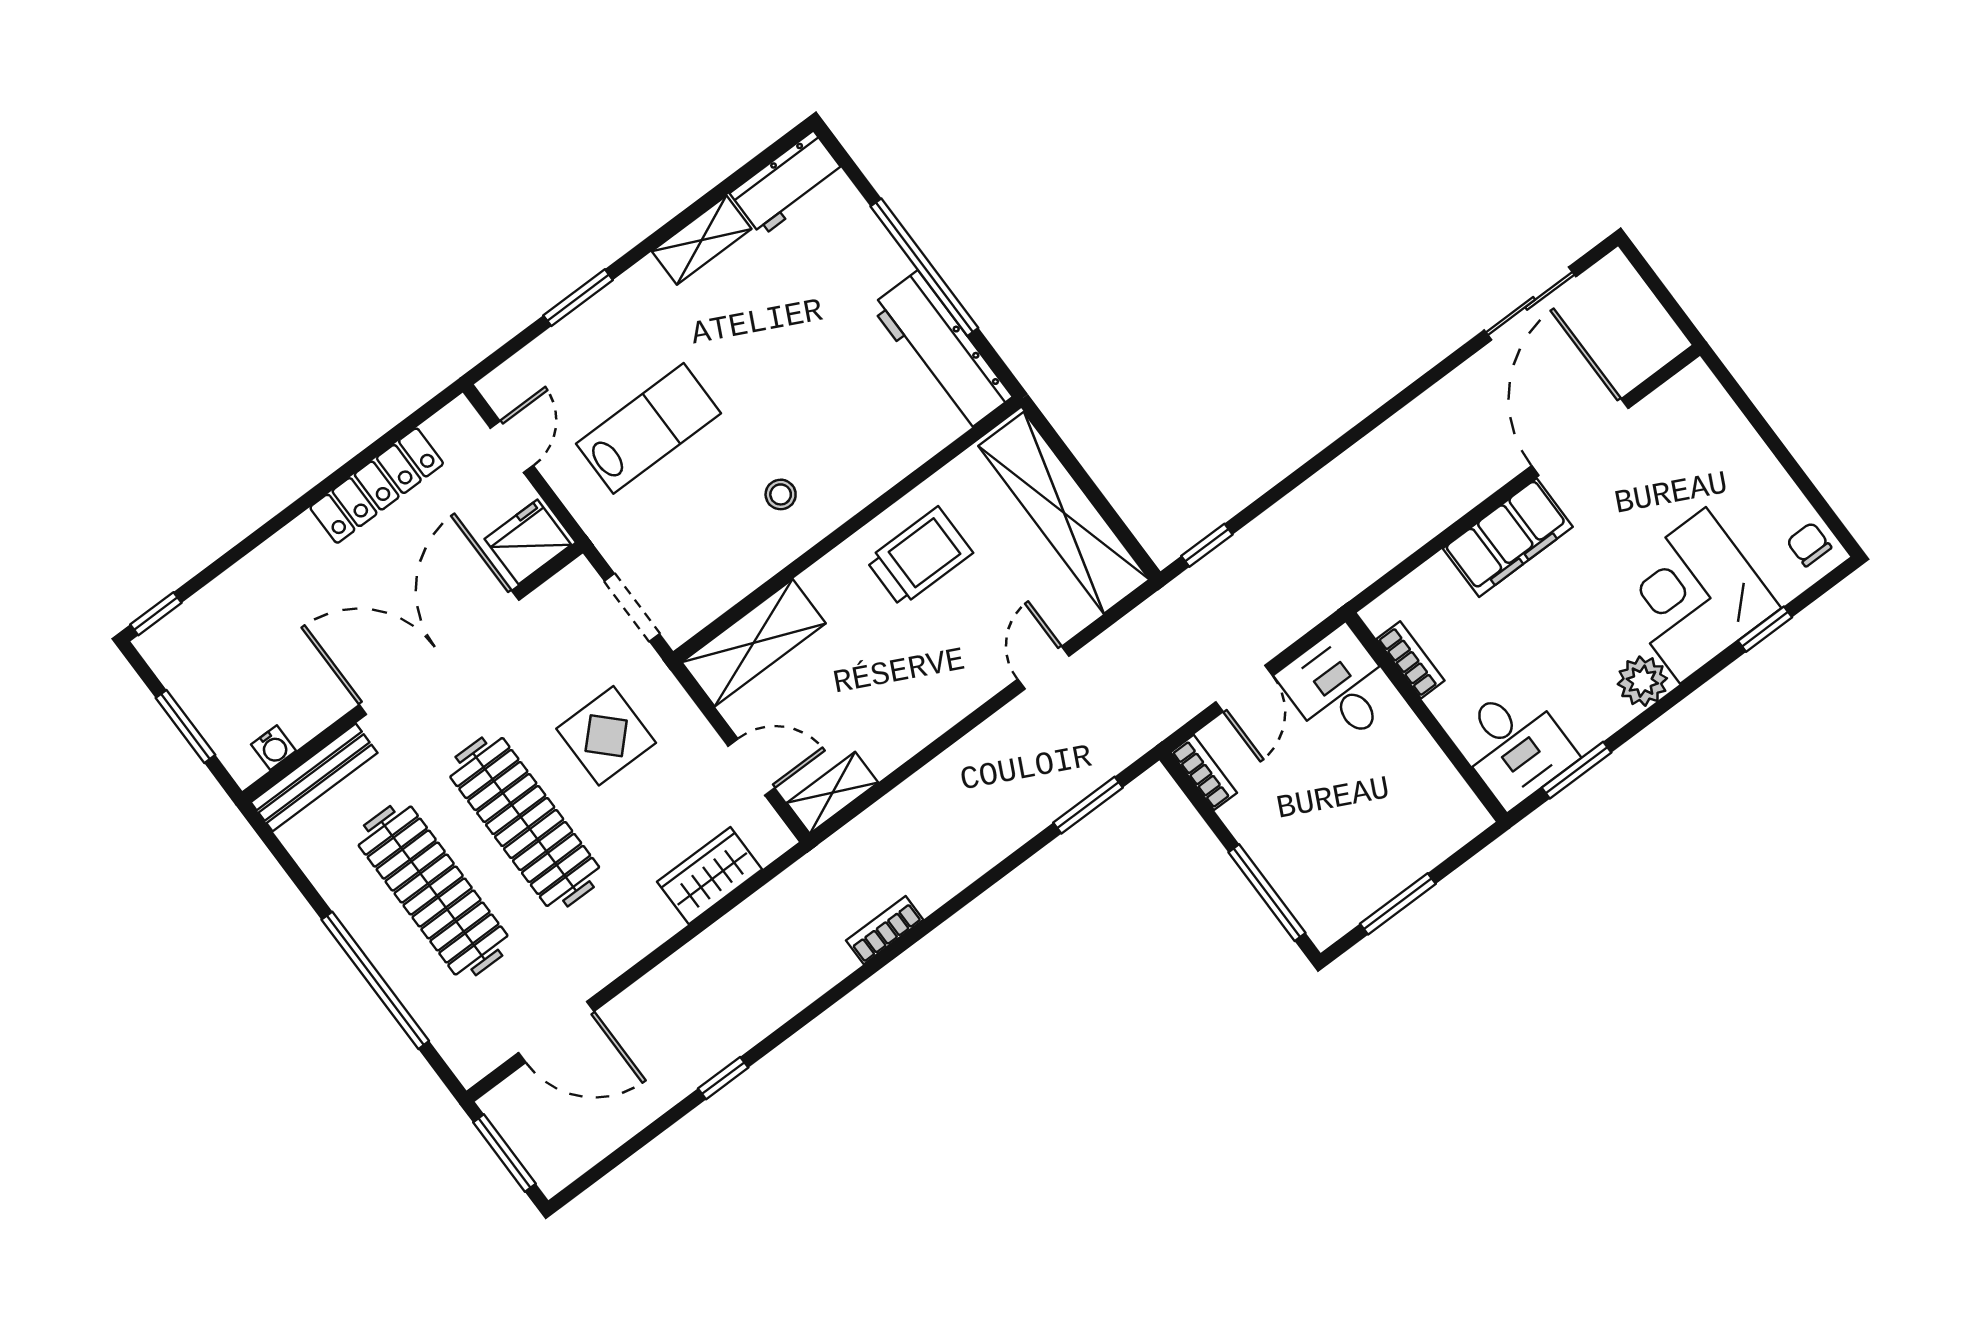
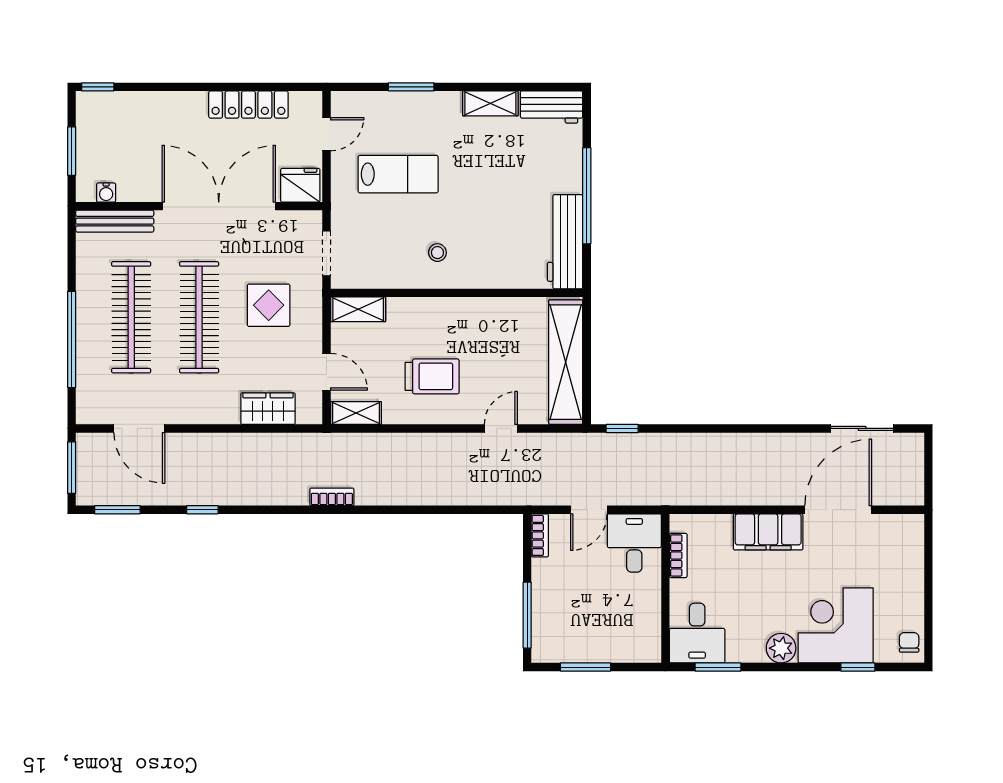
trolley: (919, 557) -> (432, 376), moved
shelving: (754, 643) -> (358, 309), width x0.67, depth x0.75
window: (1088, 805) -> (117, 510), moved

